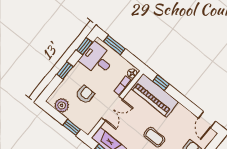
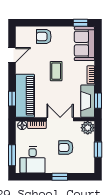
window: (84, 46) -> (30, 177), removed
plant: (62, 105) -> (88, 128), moved
door: (207, 120) -> (12, 55), moved
window: (72, 127) -> (98, 150), moved

